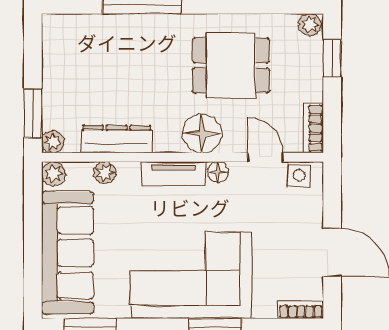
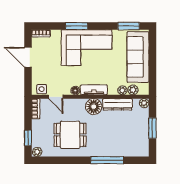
window: (33, 113) -> (152, 128), moved
floor lamp: (202, 134) -> (94, 107), moved
plant: (54, 174) -> (133, 90), moved

